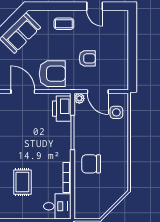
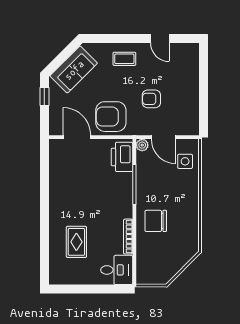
armchair: (87, 58) -> (151, 99), turned 180
armchair: (52, 74) -> (111, 117), turned 180

